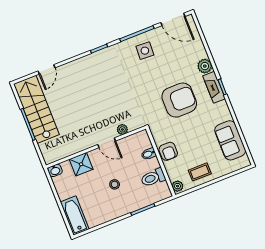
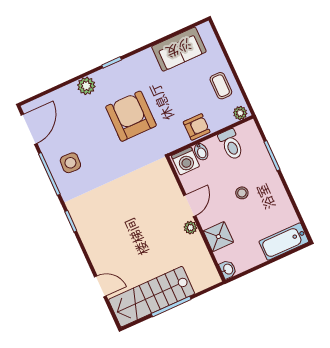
fireplace: (214, 87) -> (113, 73), removed
plant: (122, 129) -> (190, 228), moved
washing machine: (142, 141) -> (186, 161), added

